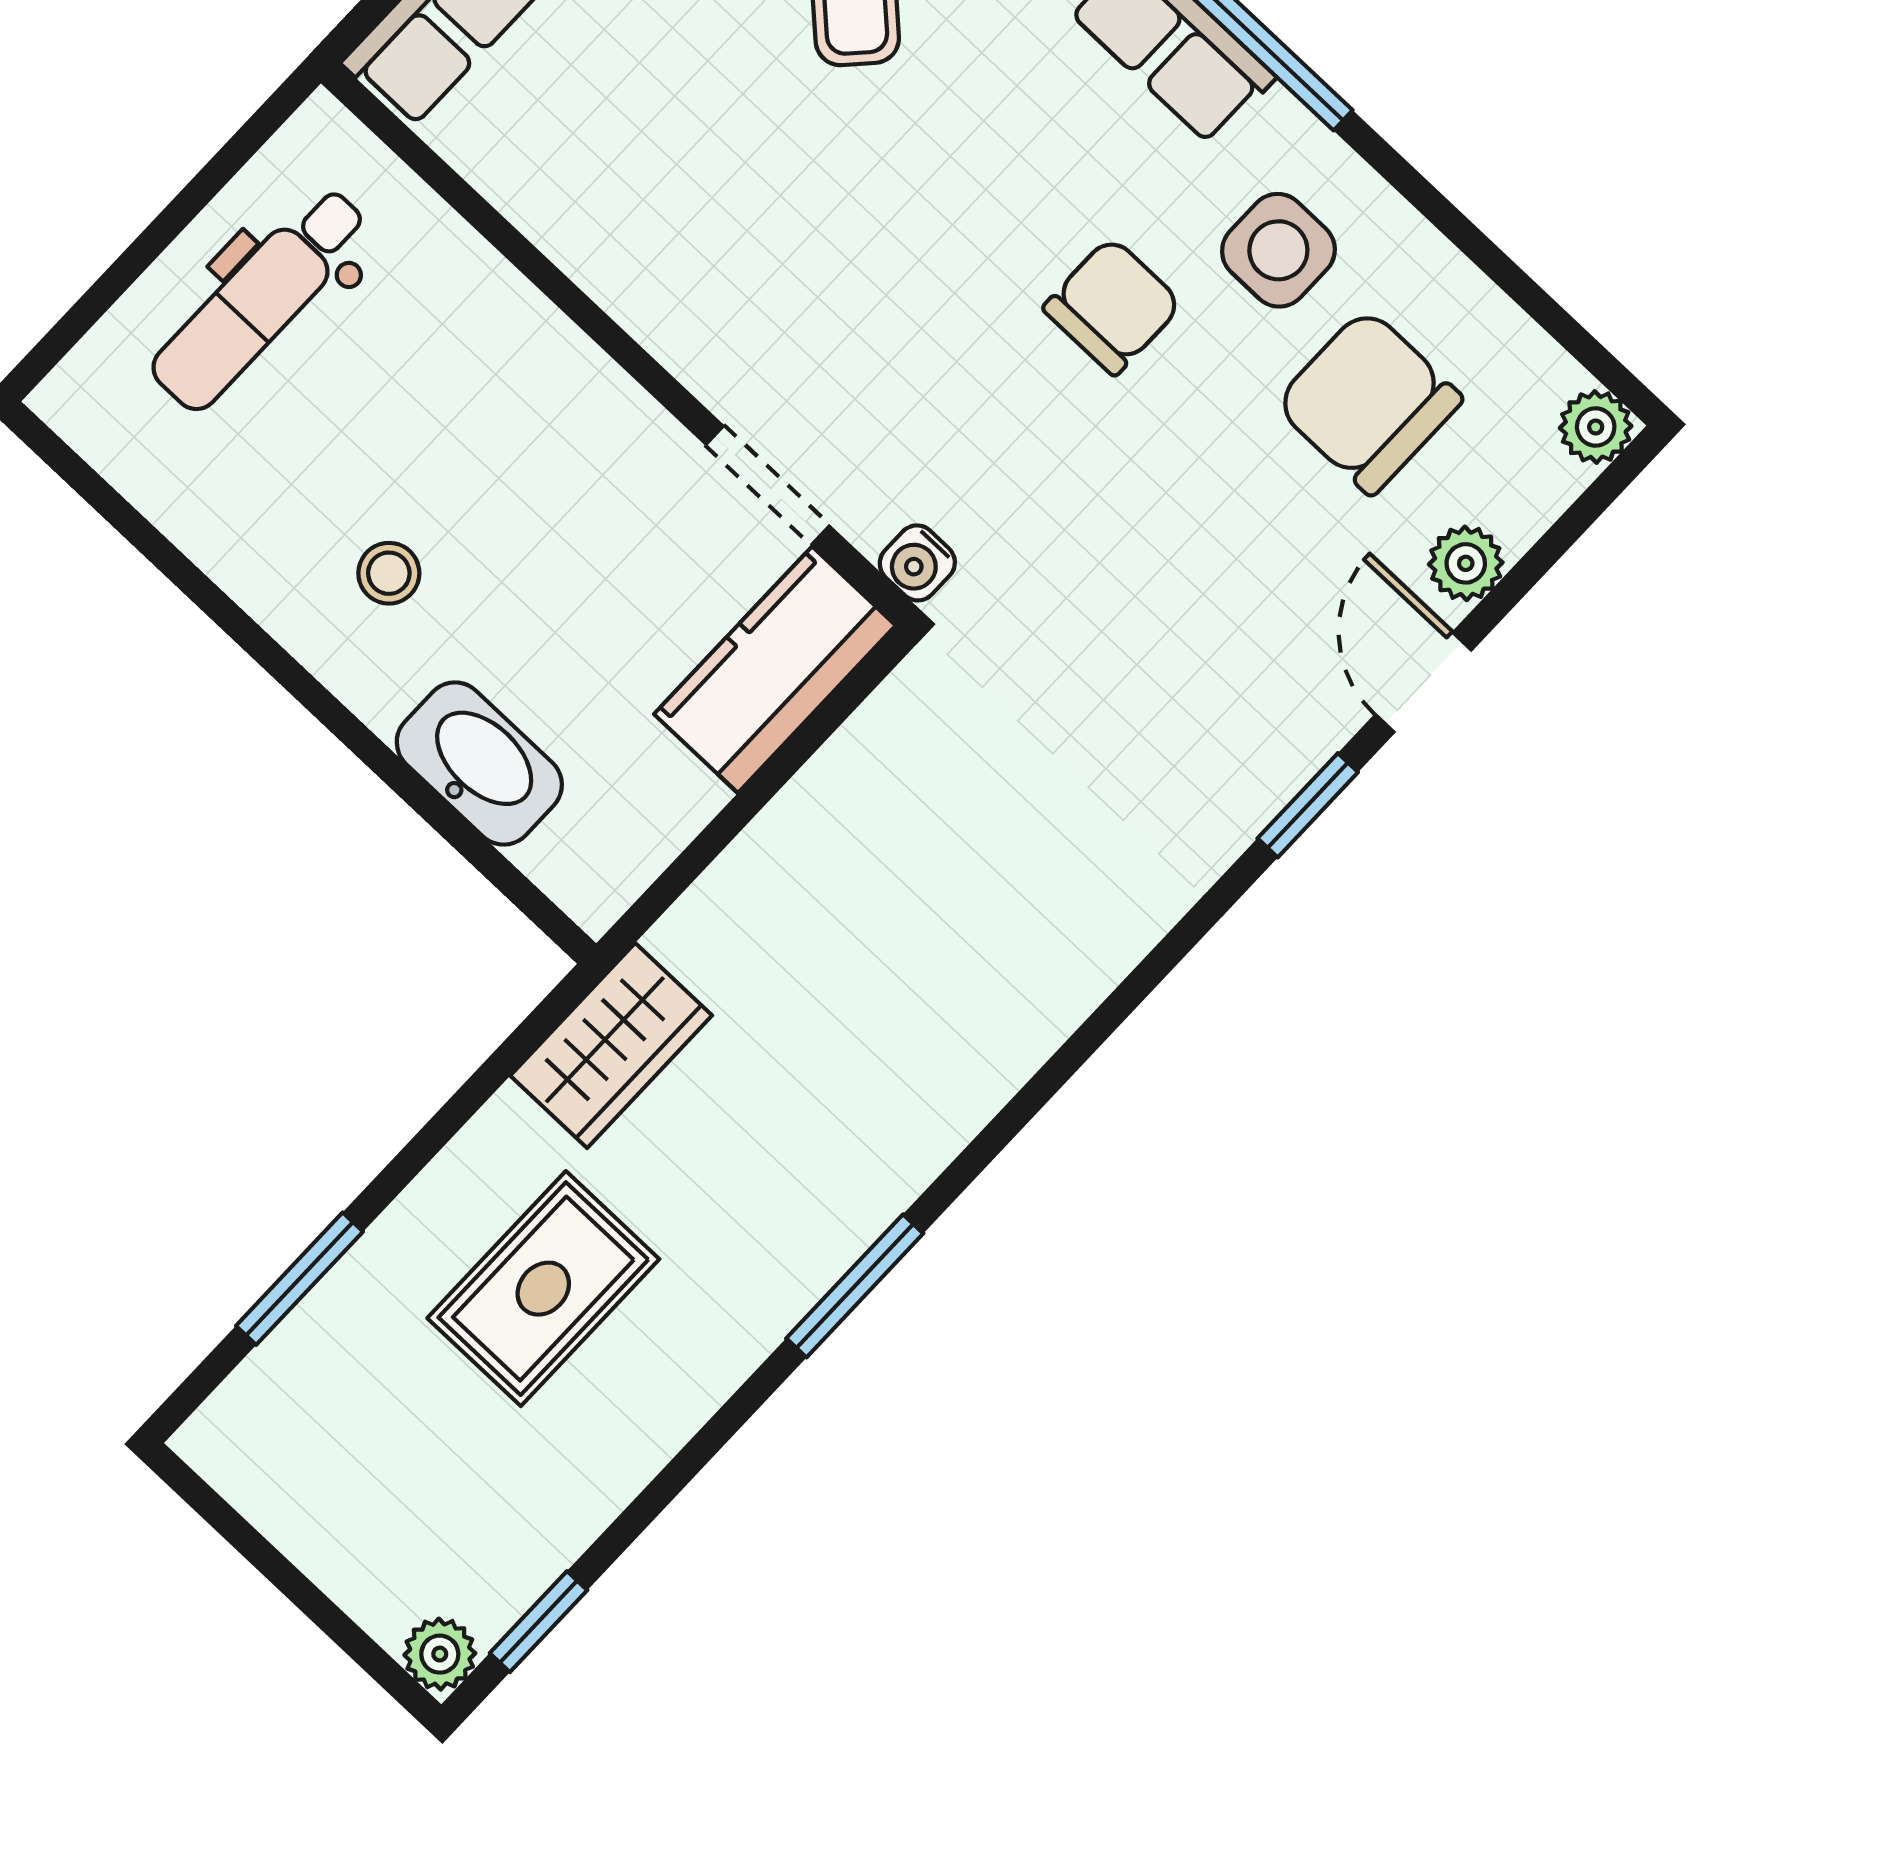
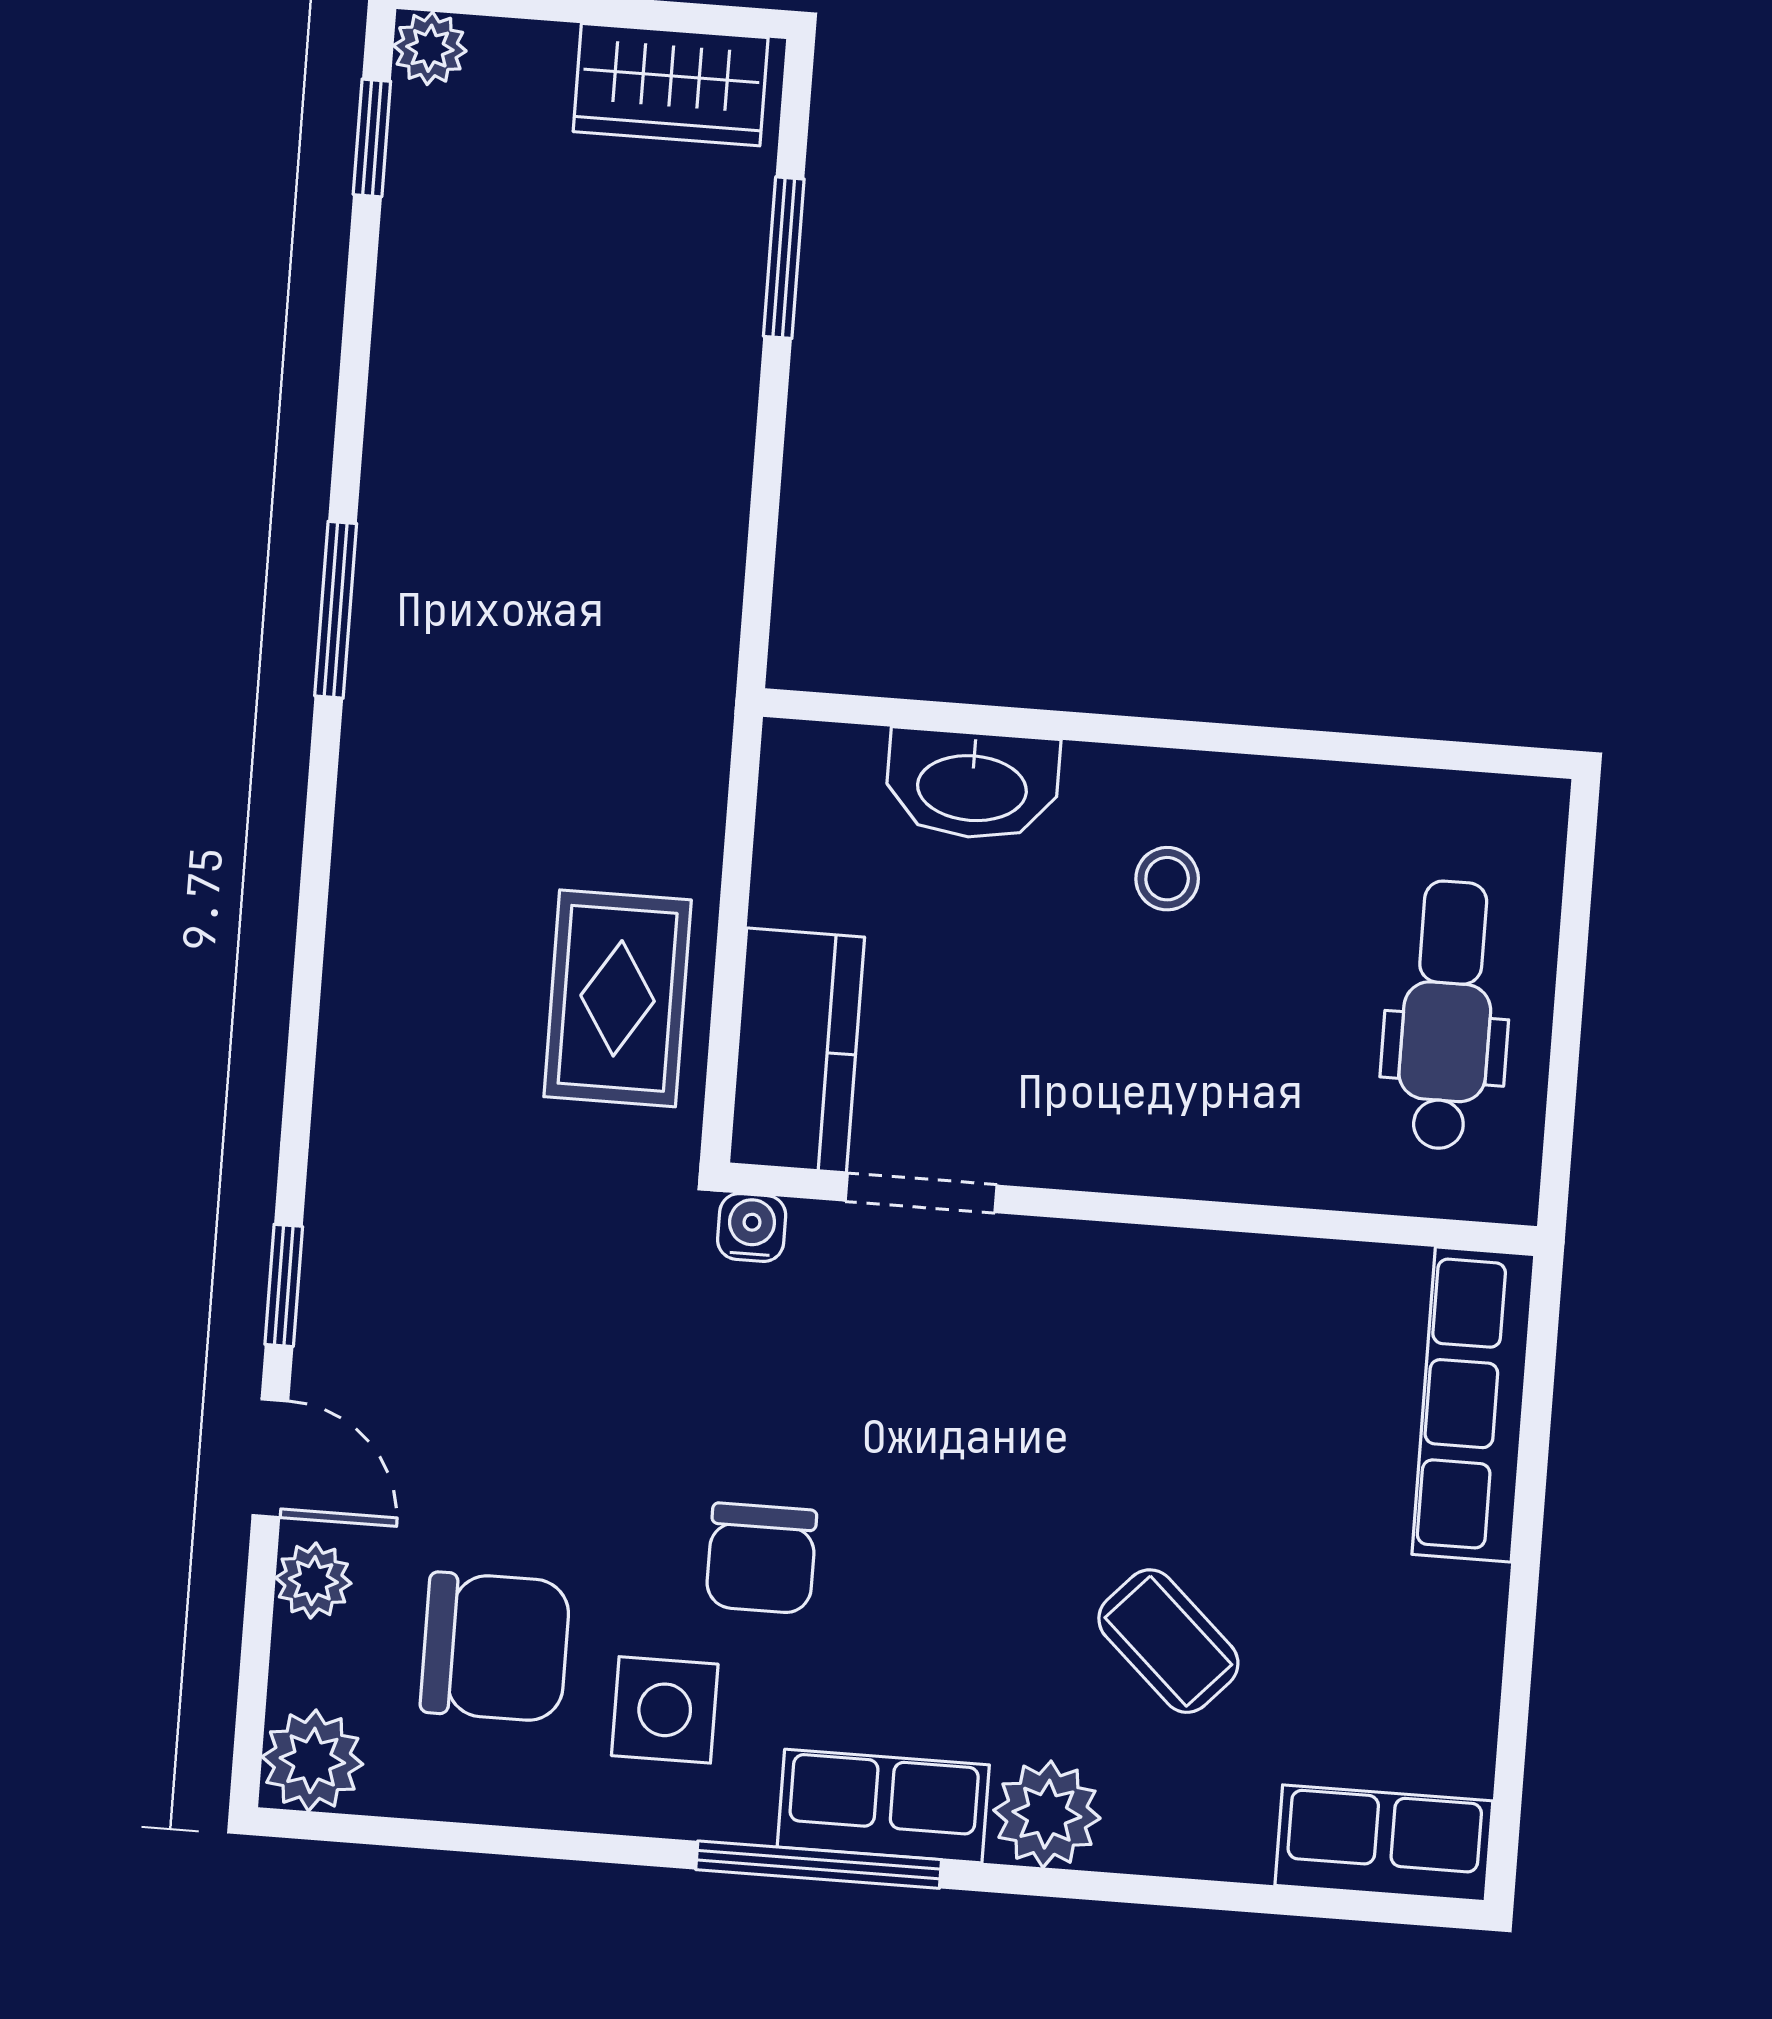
plant: (1596, 427) -> (312, 1760), width x1.38, depth x1.38
wardrobe: (611, 1045) -> (671, 85), moved, turned -90
rug: (543, 1289) -> (618, 998), moved

